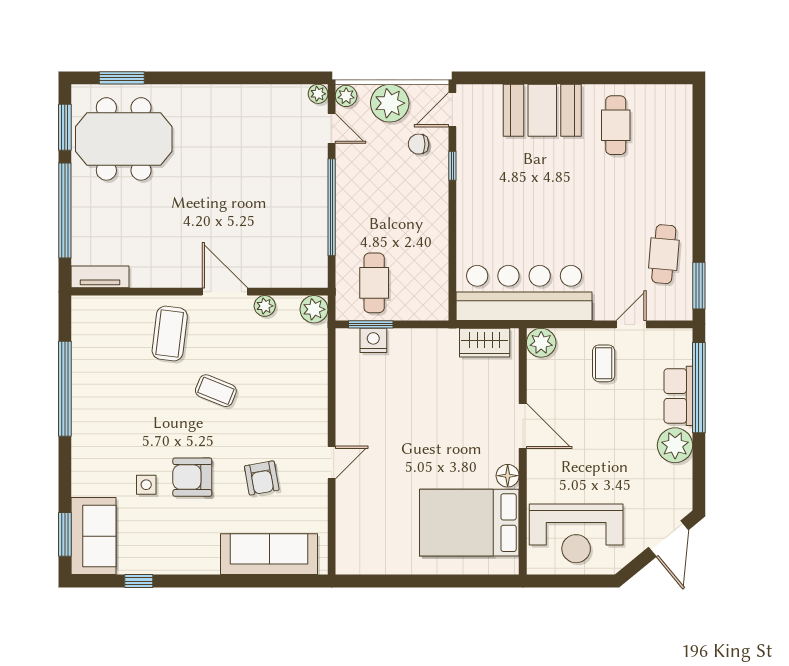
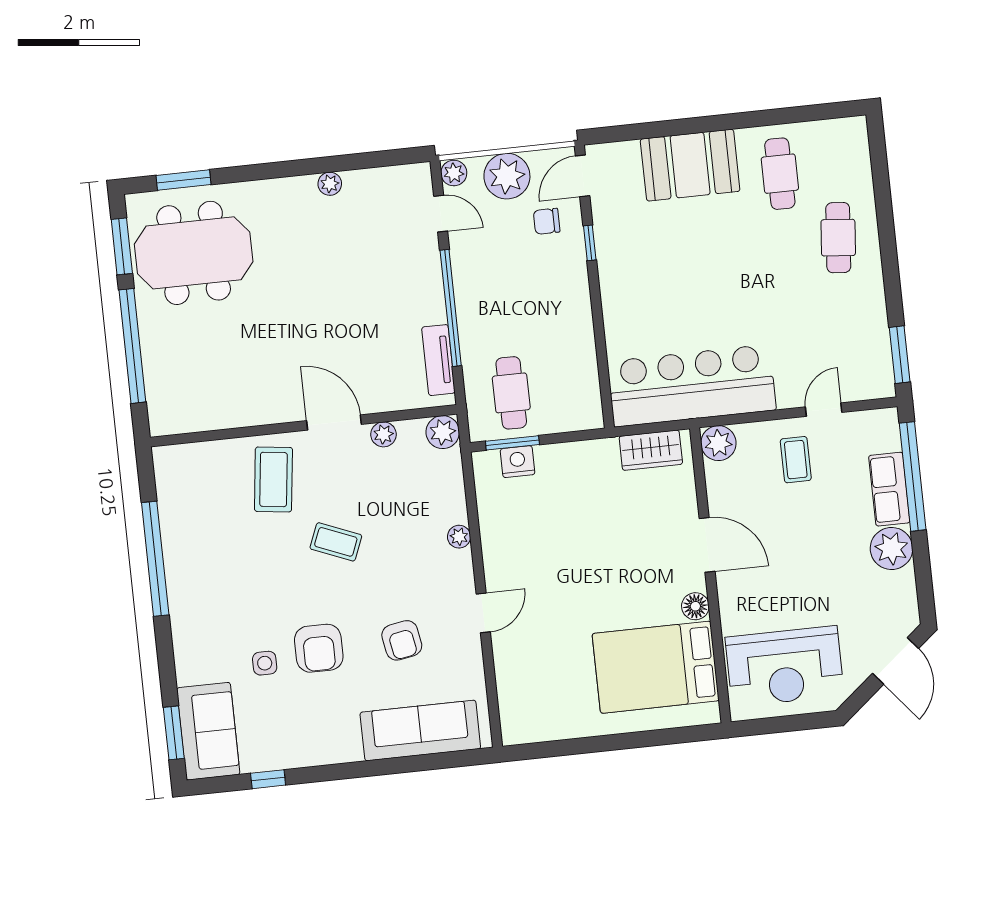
plant: (318, 94) -> (330, 184), moved
cafe table: (664, 254) -> (838, 238), moved
tv unit: (100, 277) -> (438, 360), moved, turned -90
plant: (318, 397) -> (459, 537), added
armchair: (192, 477) -> (319, 648), turned -90

